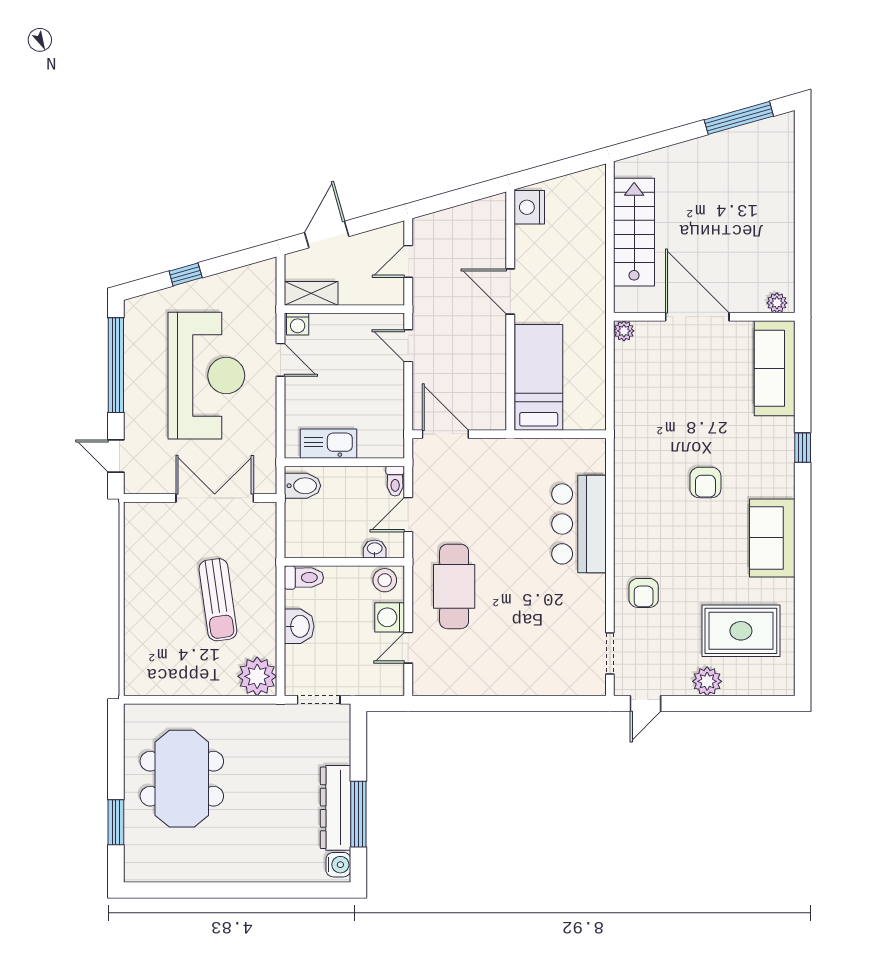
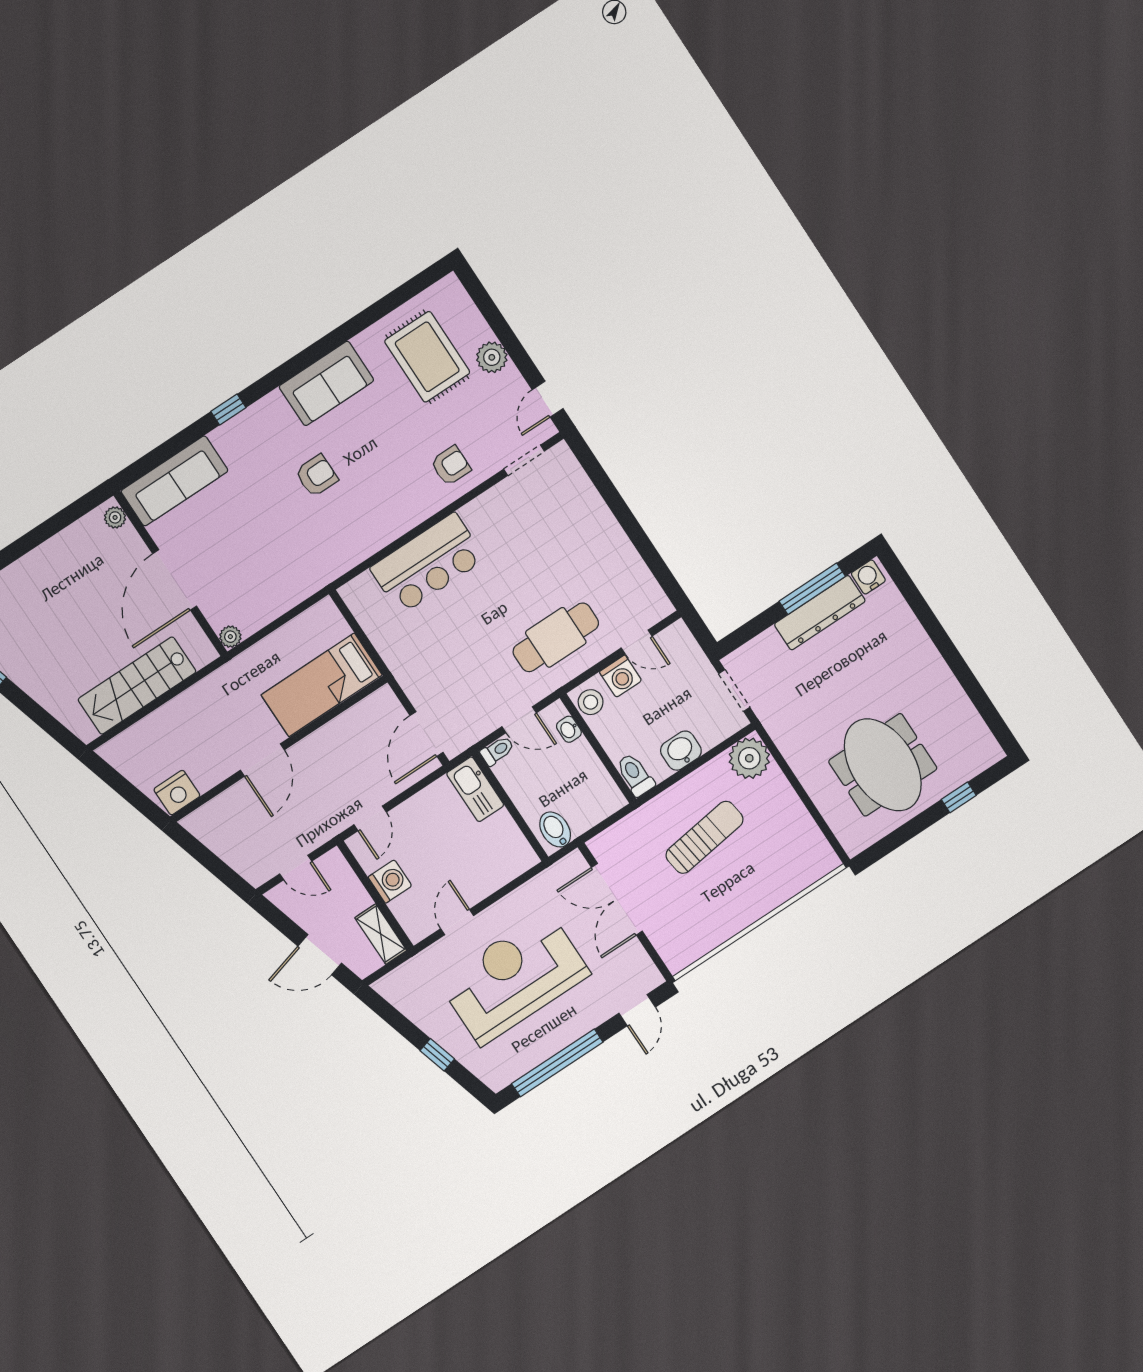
washing machine: (298, 324) -> (390, 881), moved, width x1.38, depth x1.38
kitchen sink: (329, 444) -> (475, 789), moved
door: (645, 704) -> (548, 399), swing flipped
meeting table: (182, 779) -> (883, 765), turned 90
window: (116, 822) -> (959, 797), width x0.67

